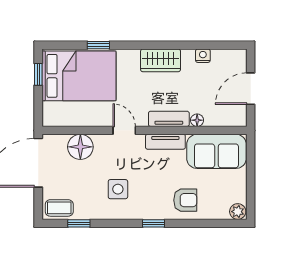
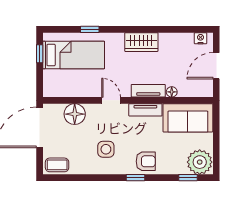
nightstand: (203, 56) -> (200, 38), moved
bed: (79, 76) -> (74, 55), width x0.67
armchair: (185, 200) -> (146, 161), moved
plant: (238, 212) -> (200, 162), width x1.88, depth x1.88
window: (79, 223) -> (188, 178), moved

